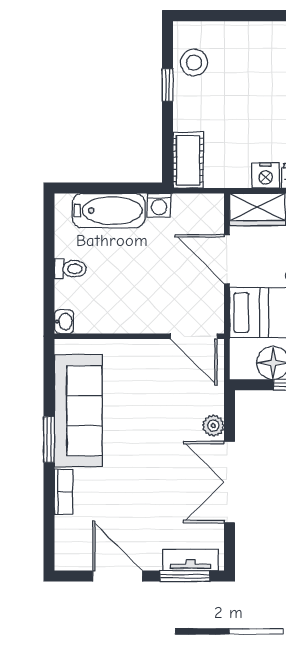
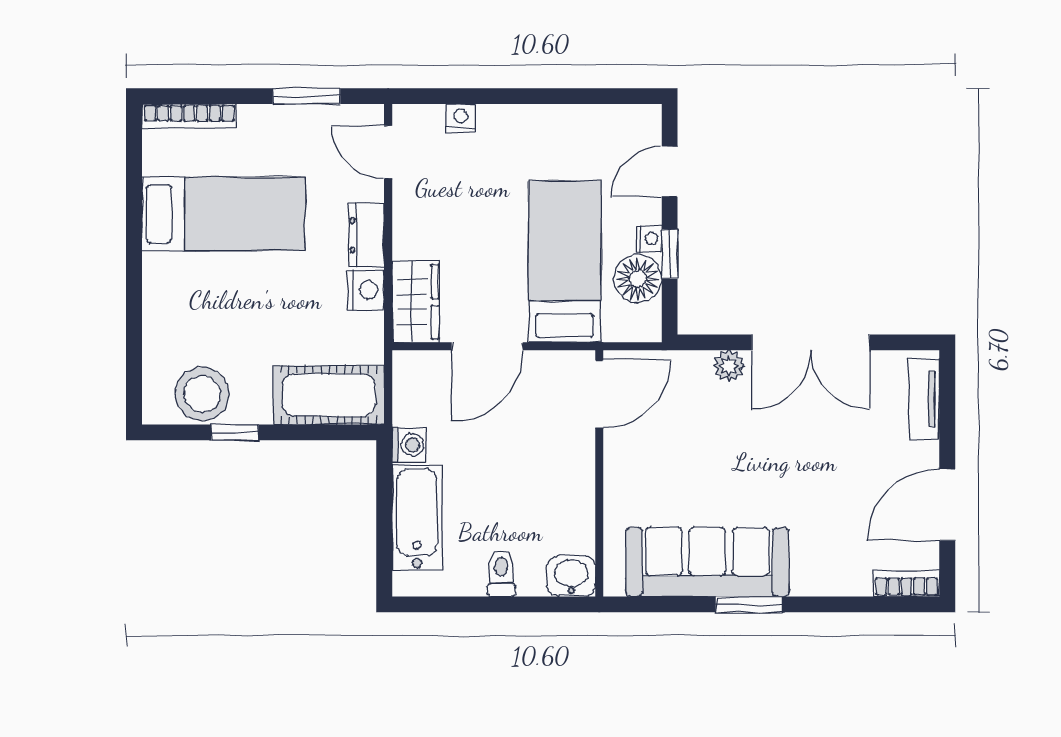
stool: (194, 63) -> (202, 394), width x1.38, depth x1.38
cot: (188, 160) -> (329, 395), width x1.37, depth x1.34
washbasin: (64, 322) -> (571, 576), width x1.38, depth x1.45
bookcase: (63, 492) -> (906, 583), moved
window: (185, 576) -> (947, 407), removed

